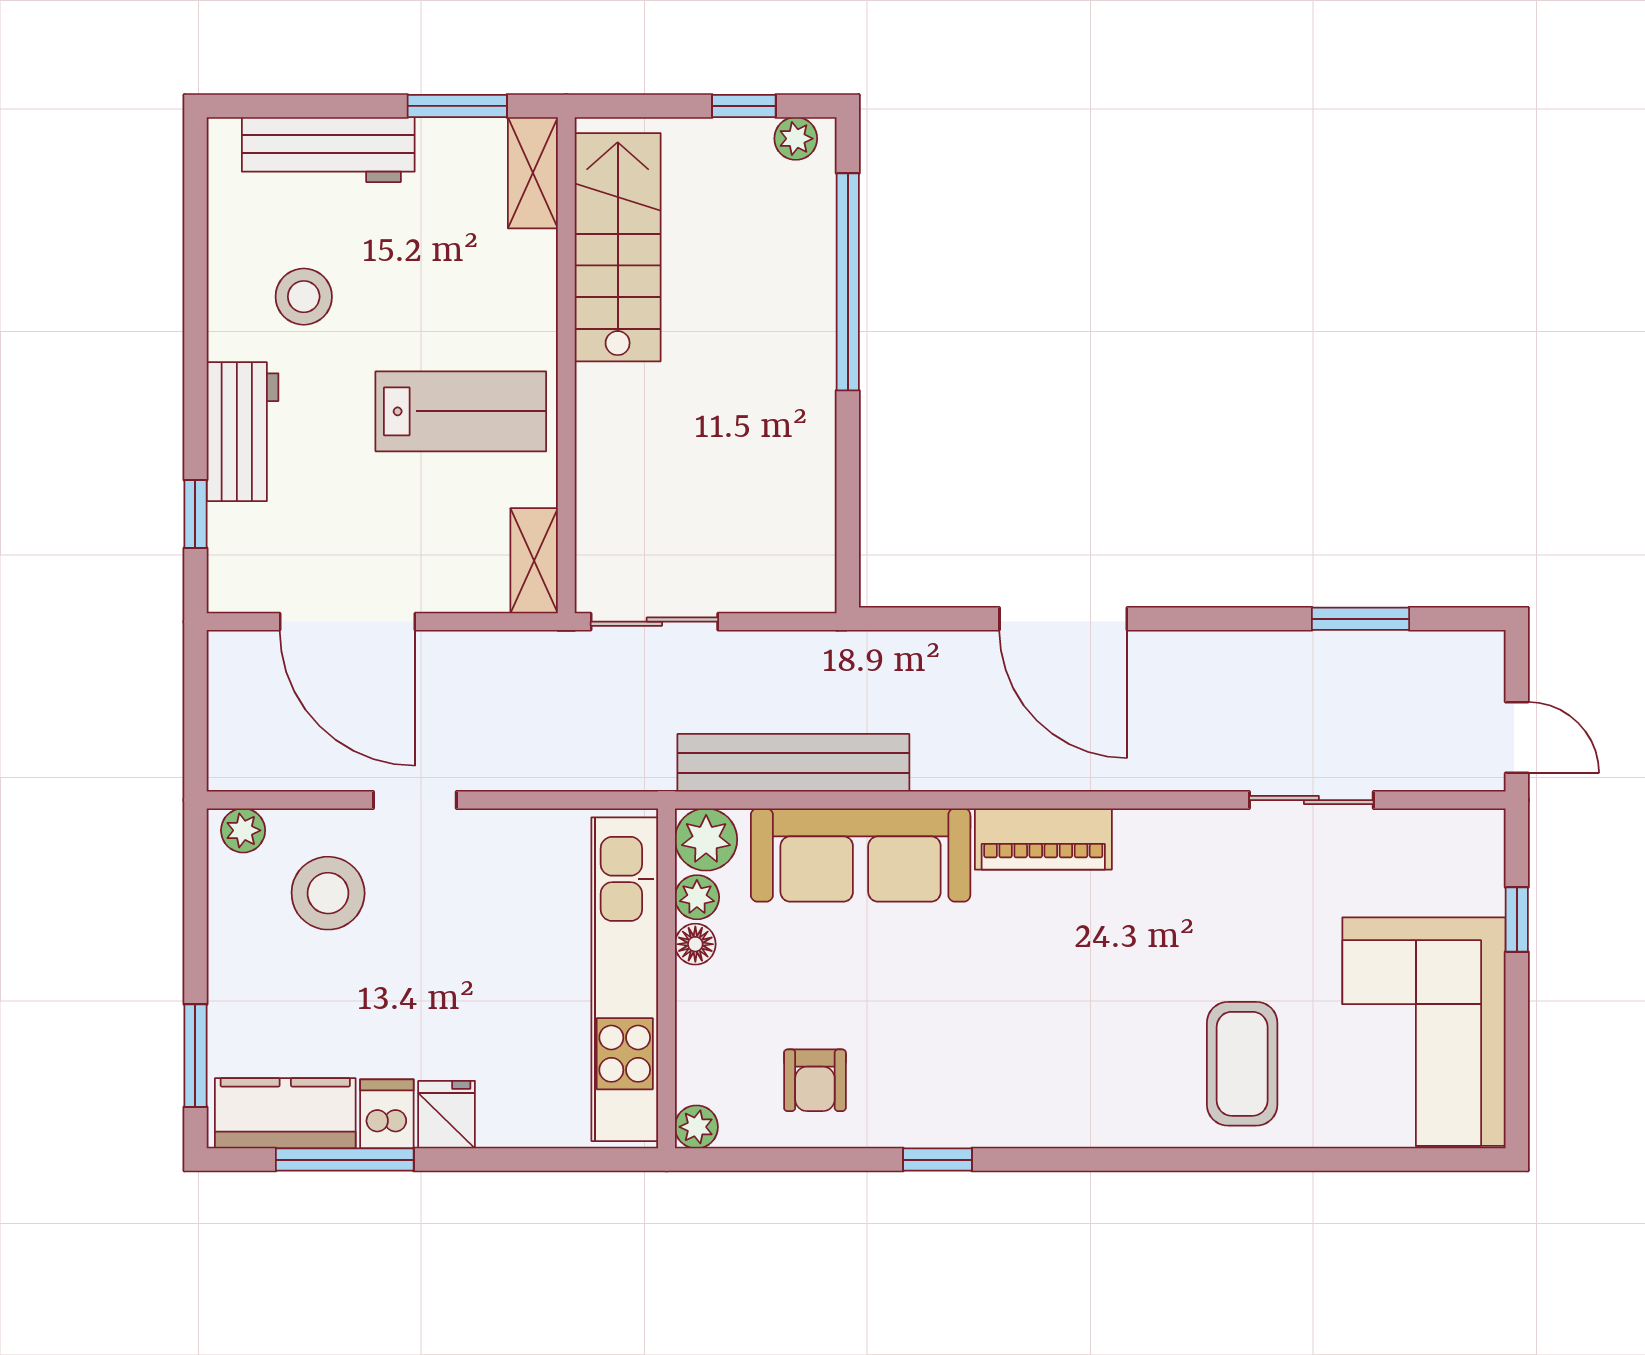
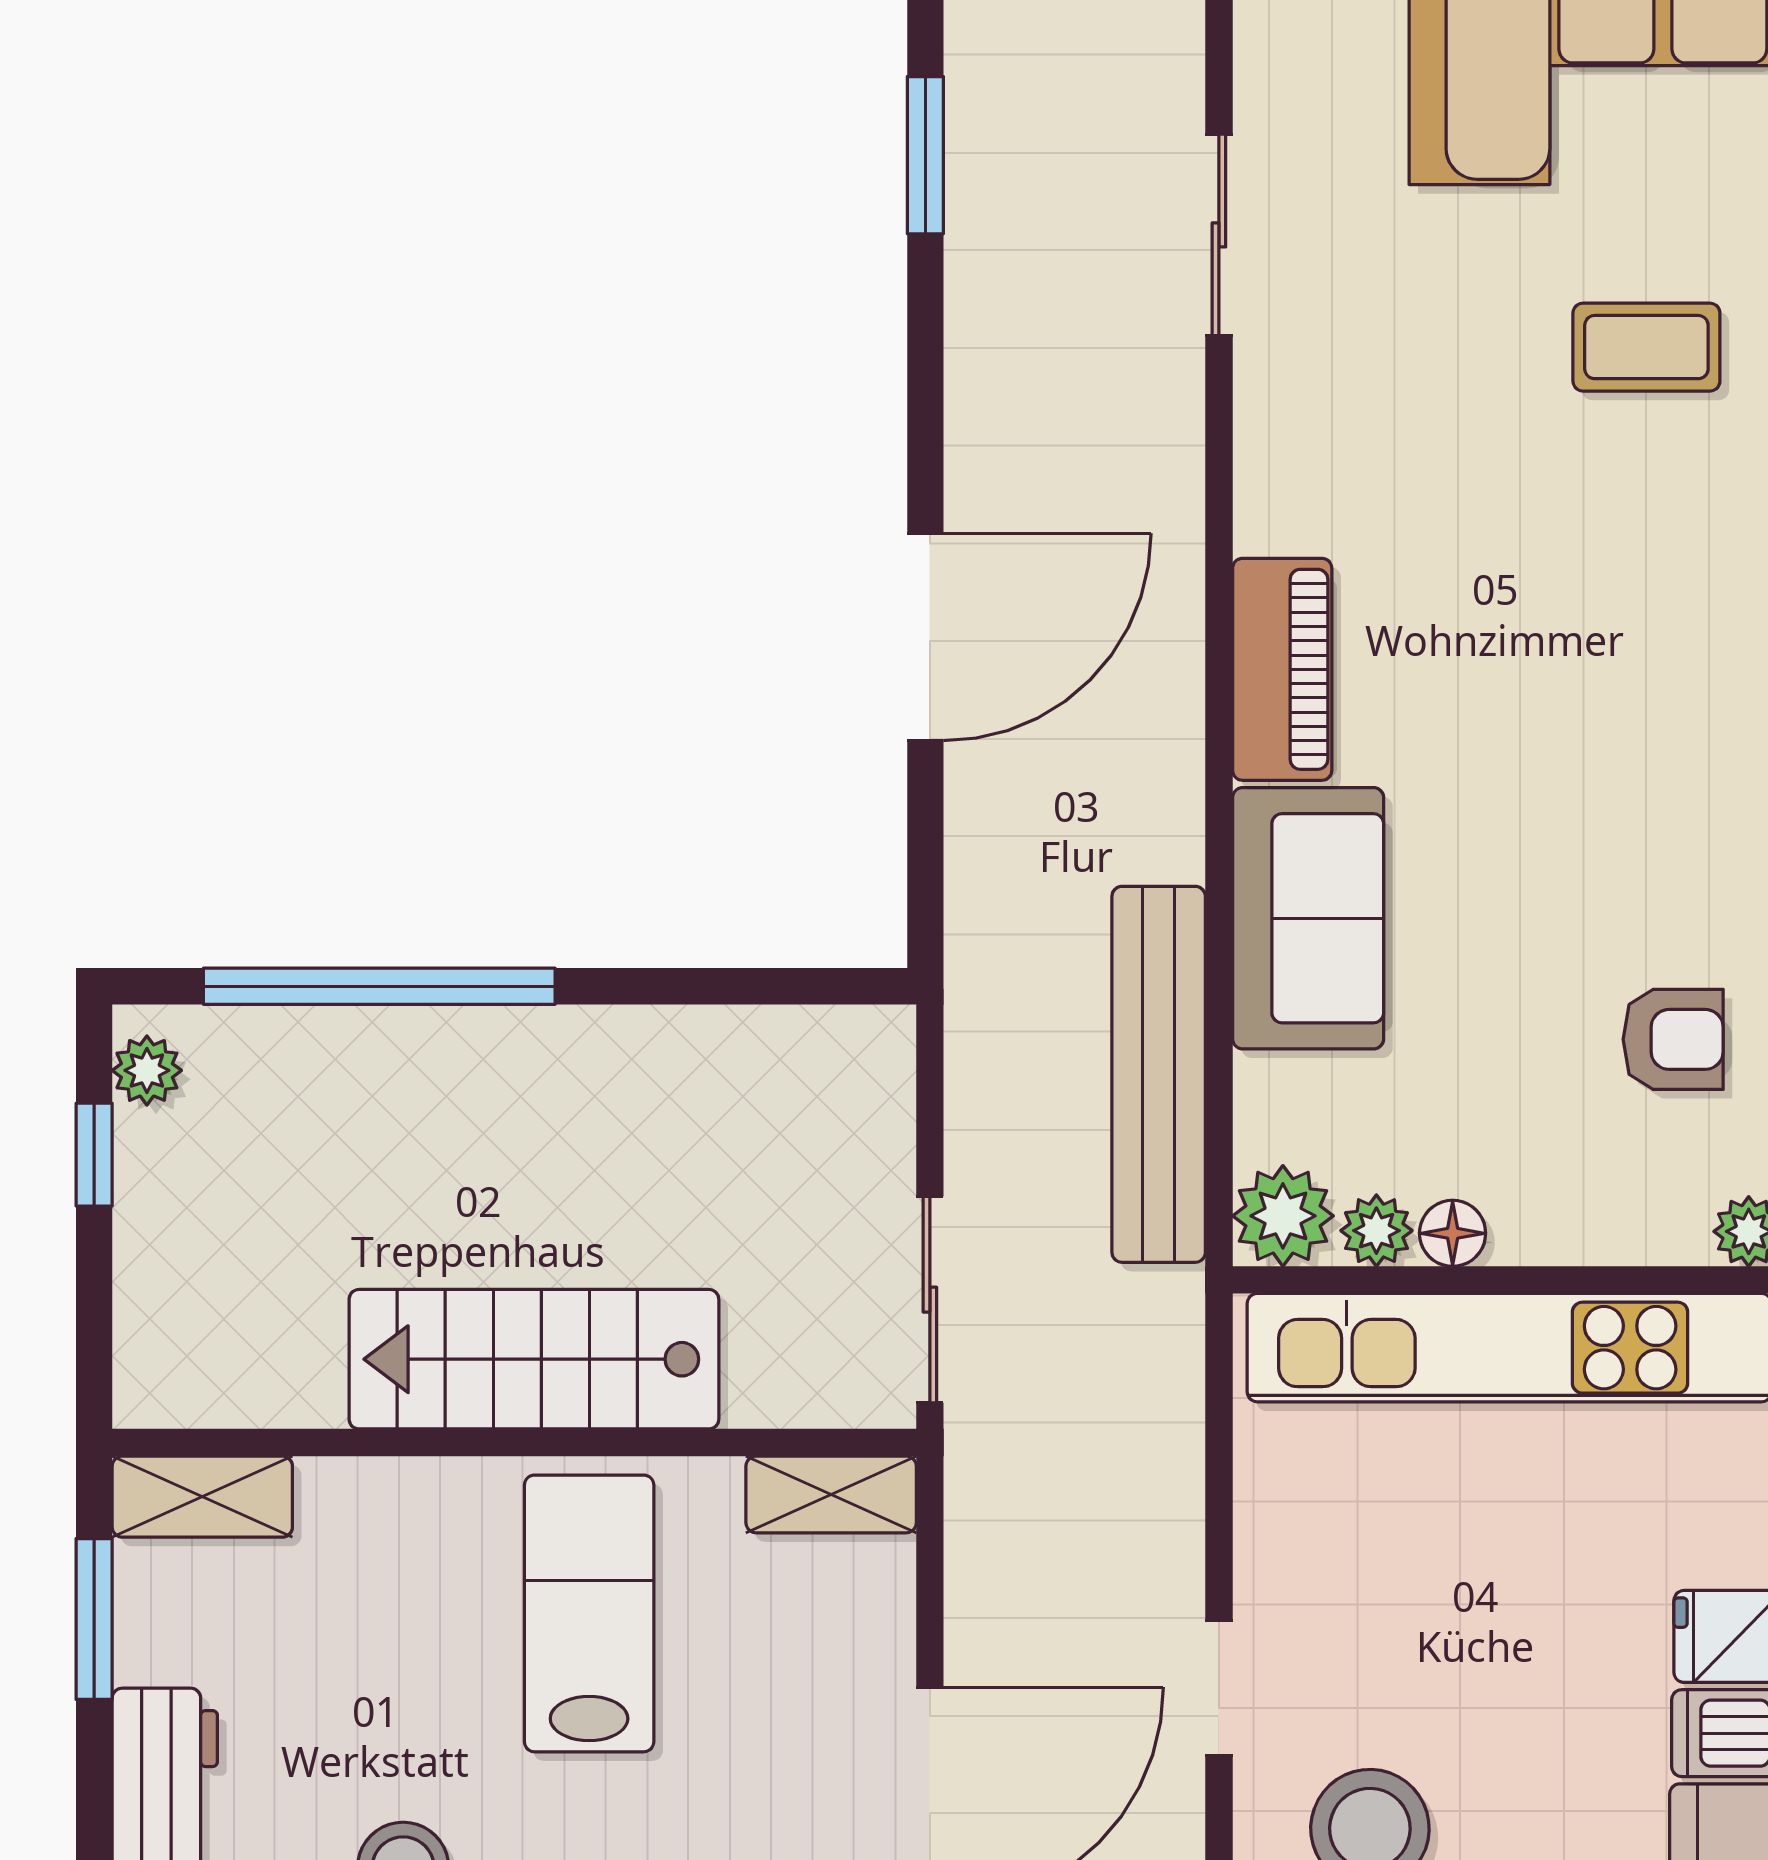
stairs: (618, 247) -> (534, 1359), moved
sofa: (861, 855) -> (1308, 918), width x0.73
coffee table: (1242, 1064) -> (1646, 347), width x0.73, depth x0.77

